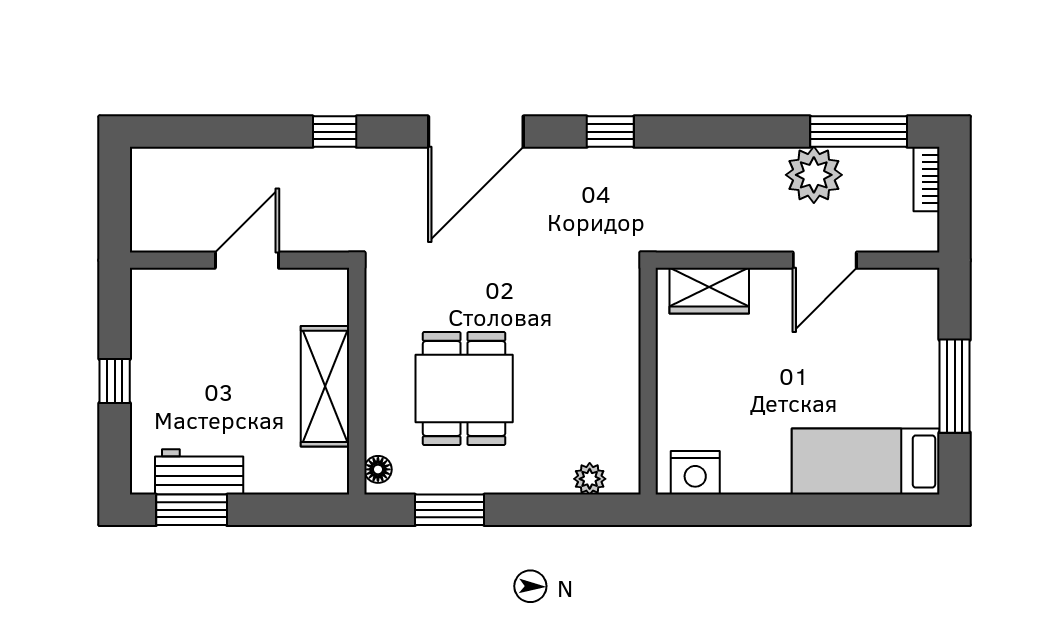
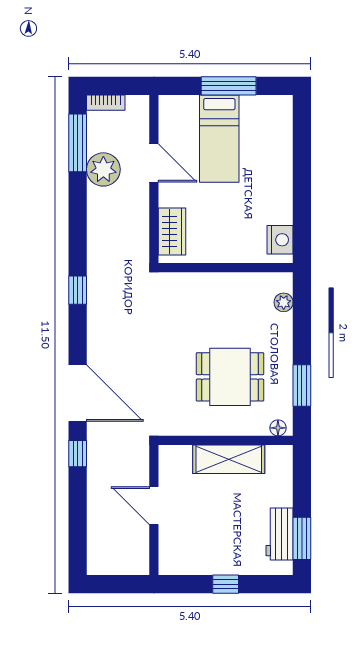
door: (476, 132) -> (78, 393), moved
bed: (866, 462) -> (219, 139), moved

